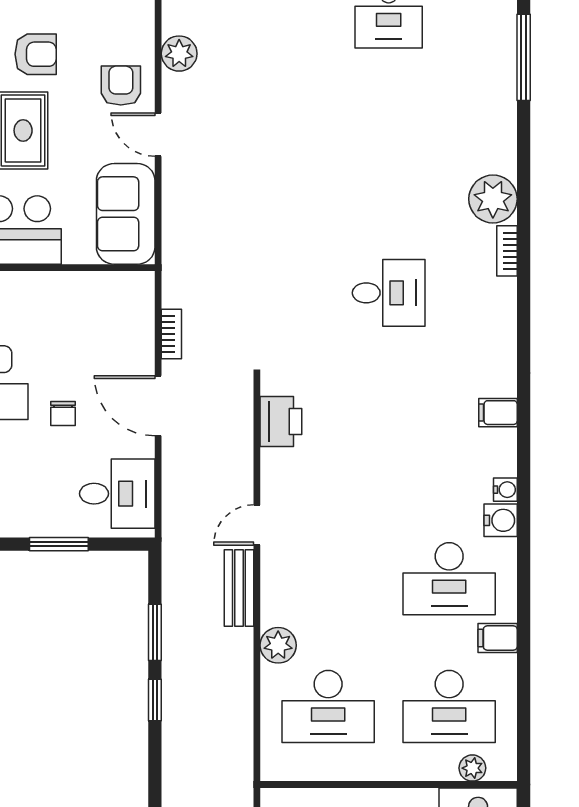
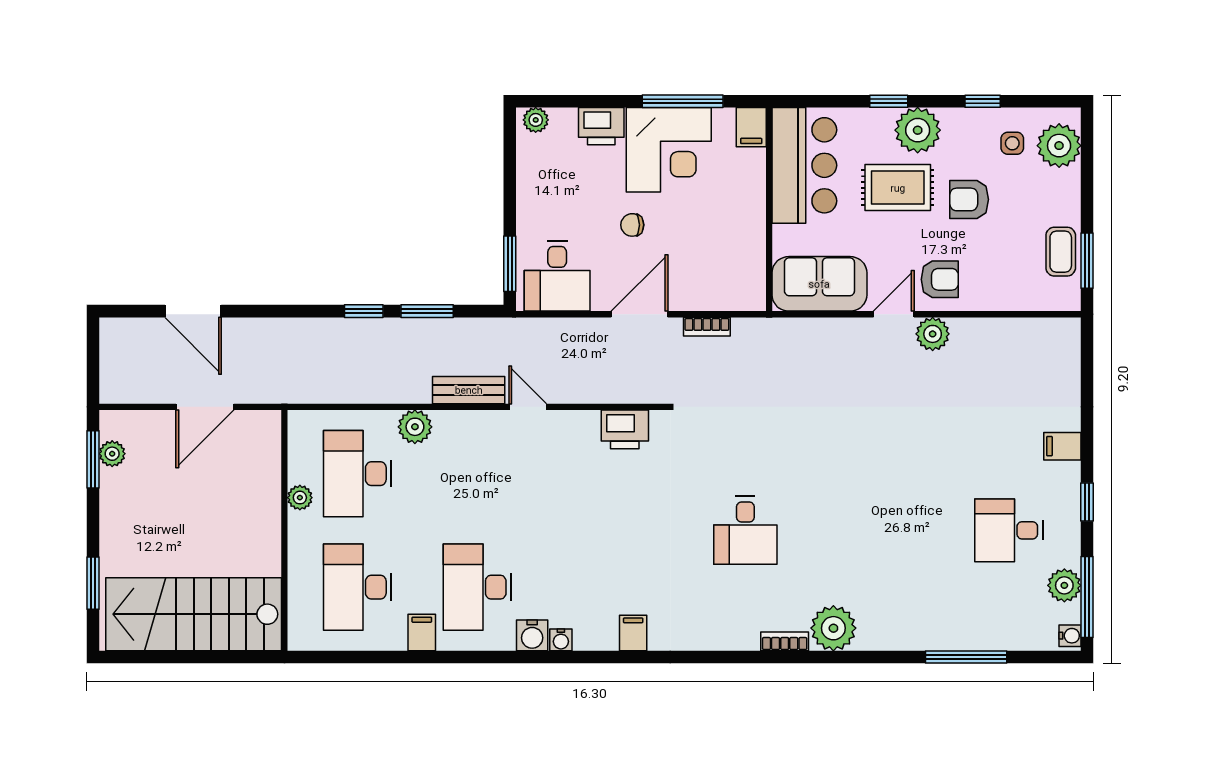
armchair: (36, 54) -> (969, 199), turned 90
plant: (179, 54) -> (933, 334), moved
window: (59, 544) -> (510, 264), moved
plant: (472, 768) -> (300, 498), moved

